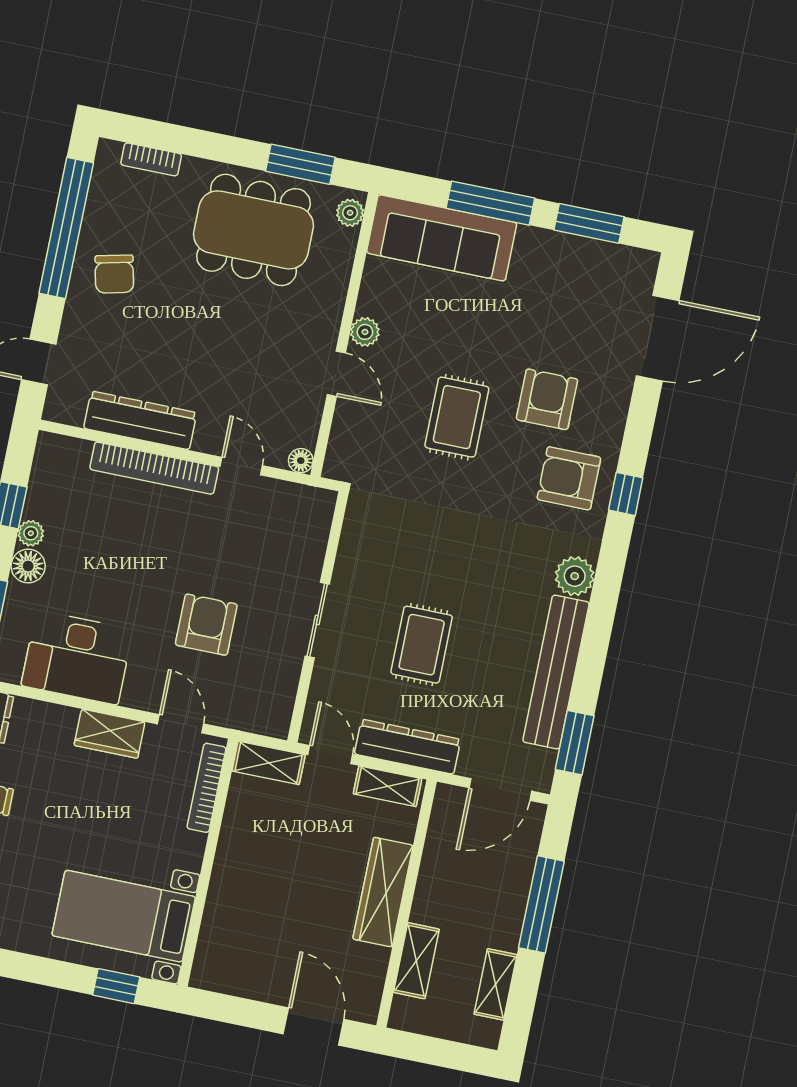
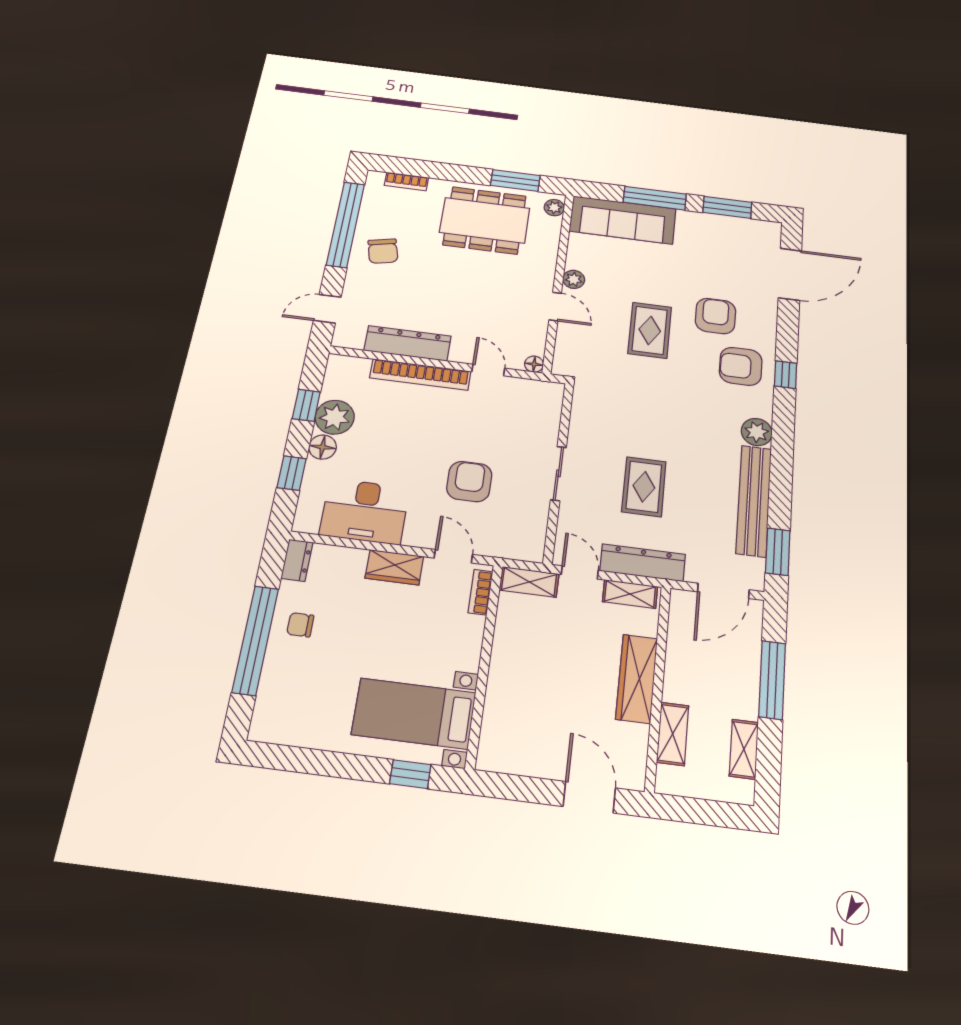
plant: (31, 533) -> (335, 417), width x1.87, depth x1.87
bookcase: (206, 788) -> (480, 592), width x0.64

